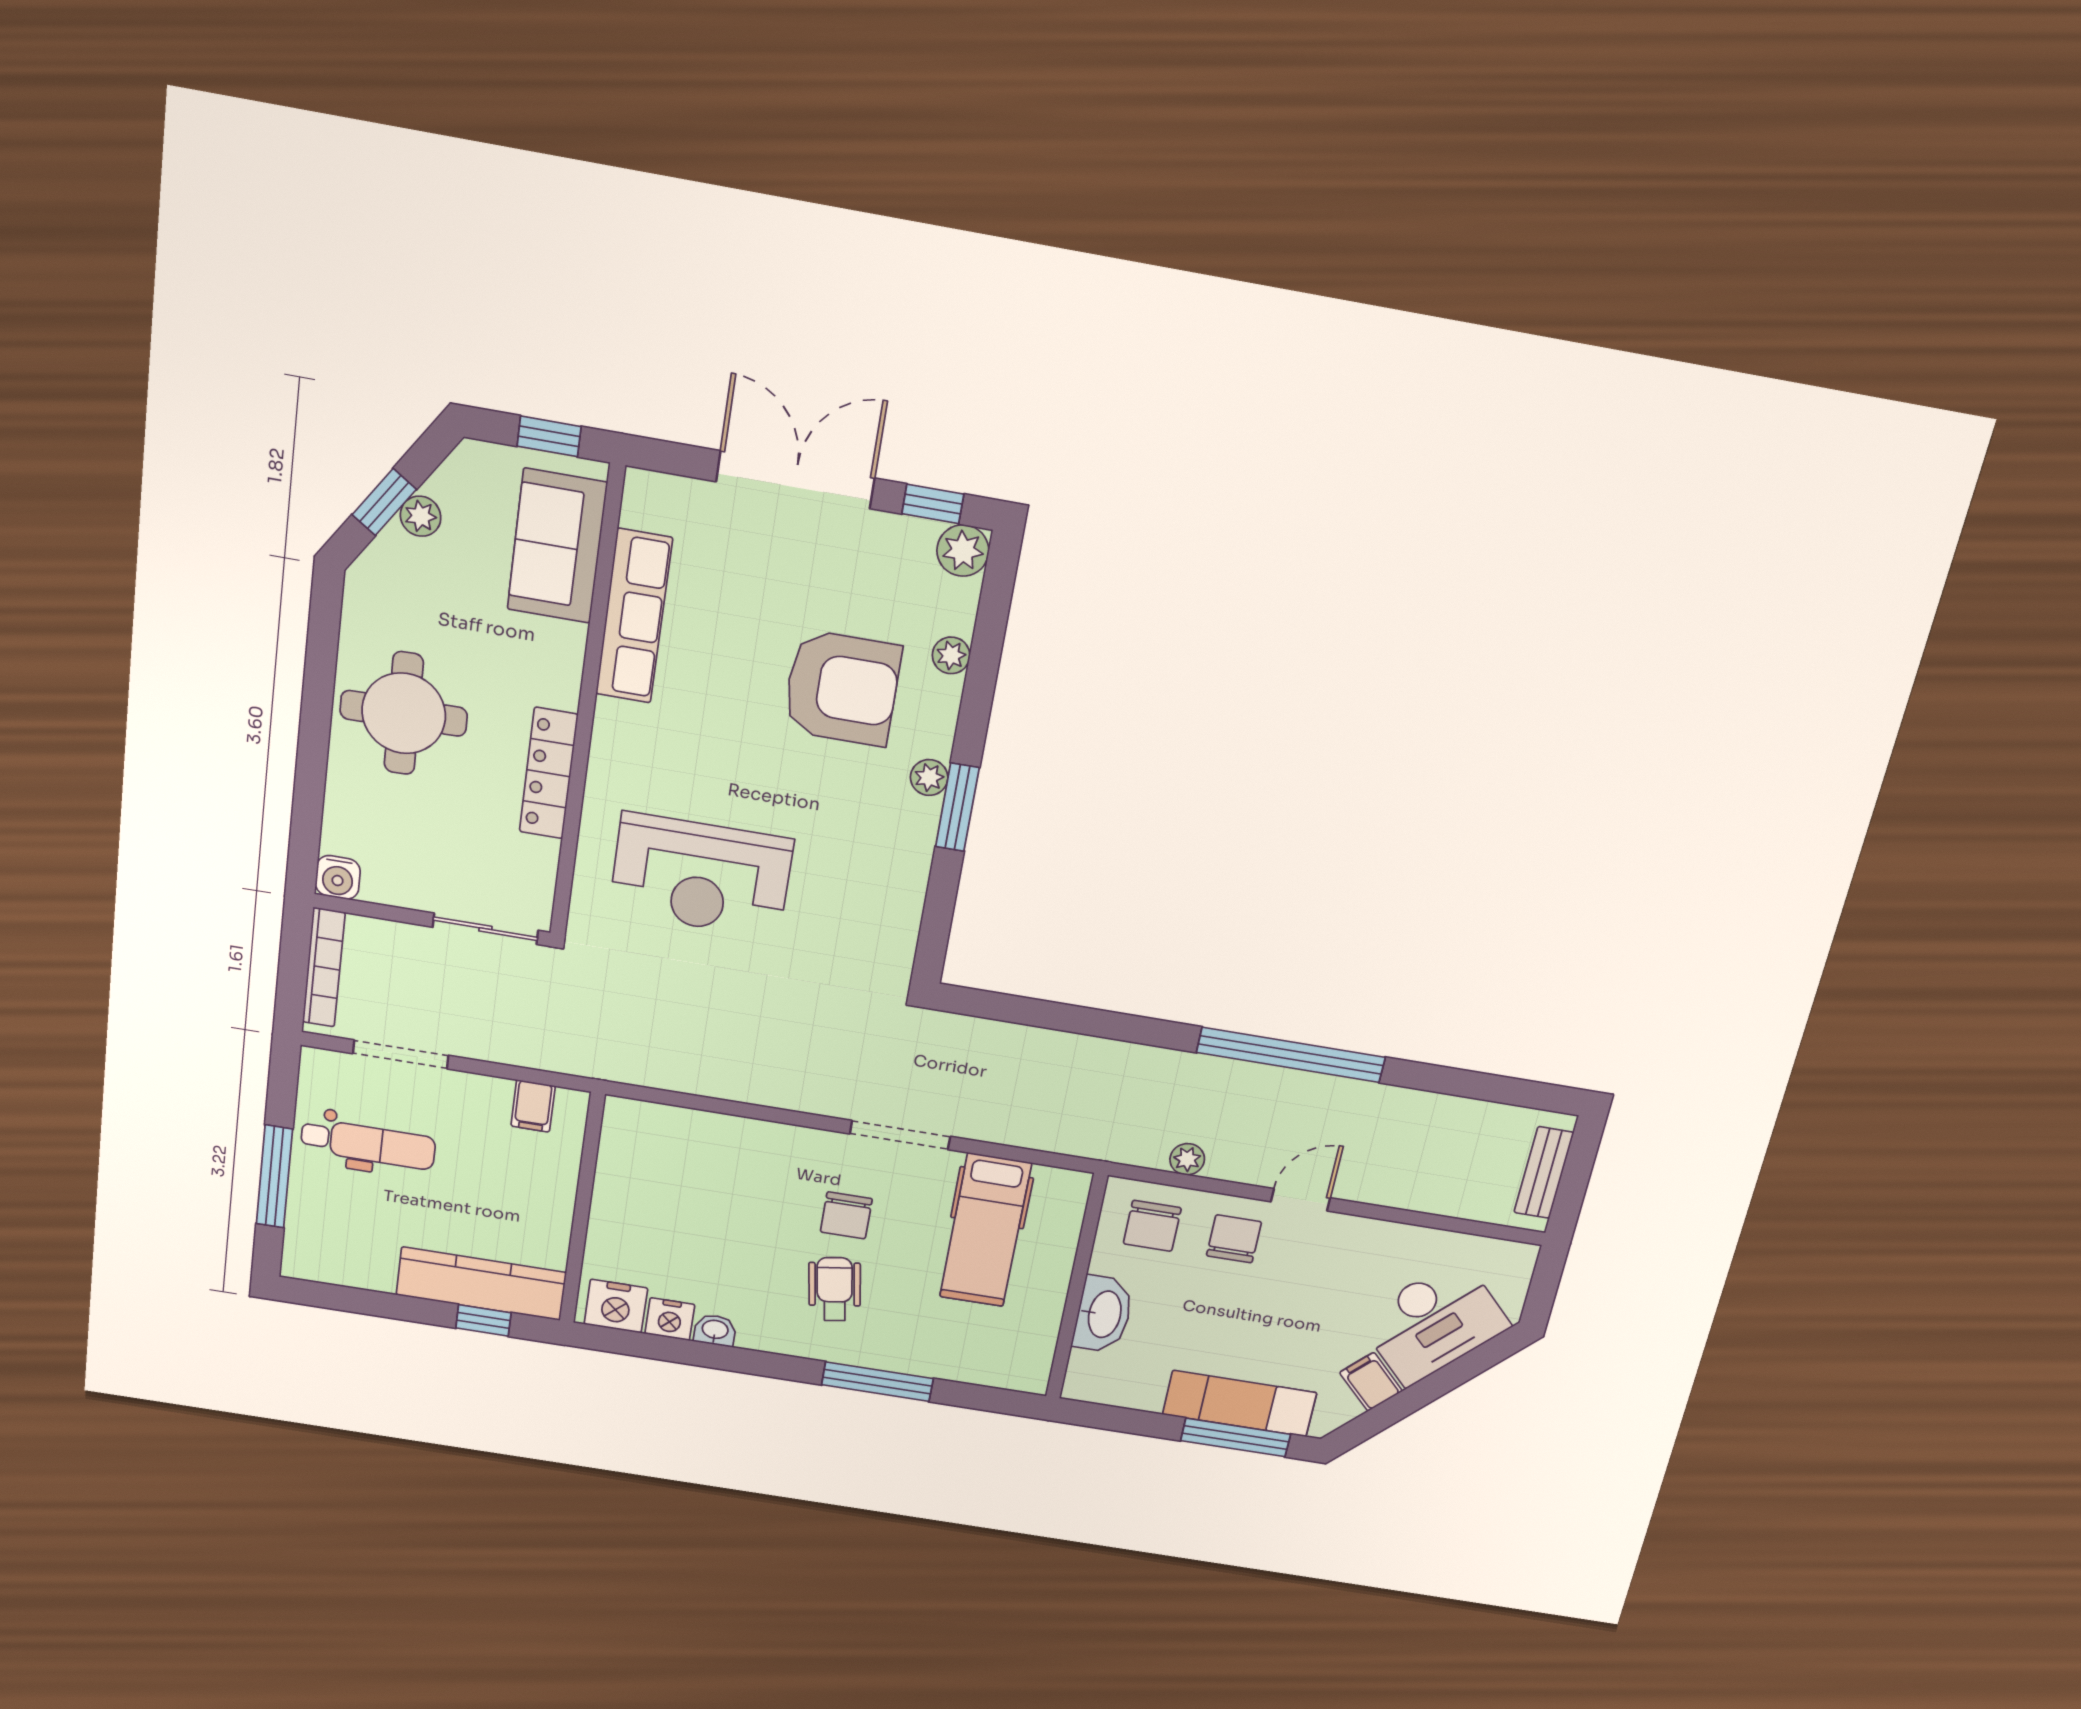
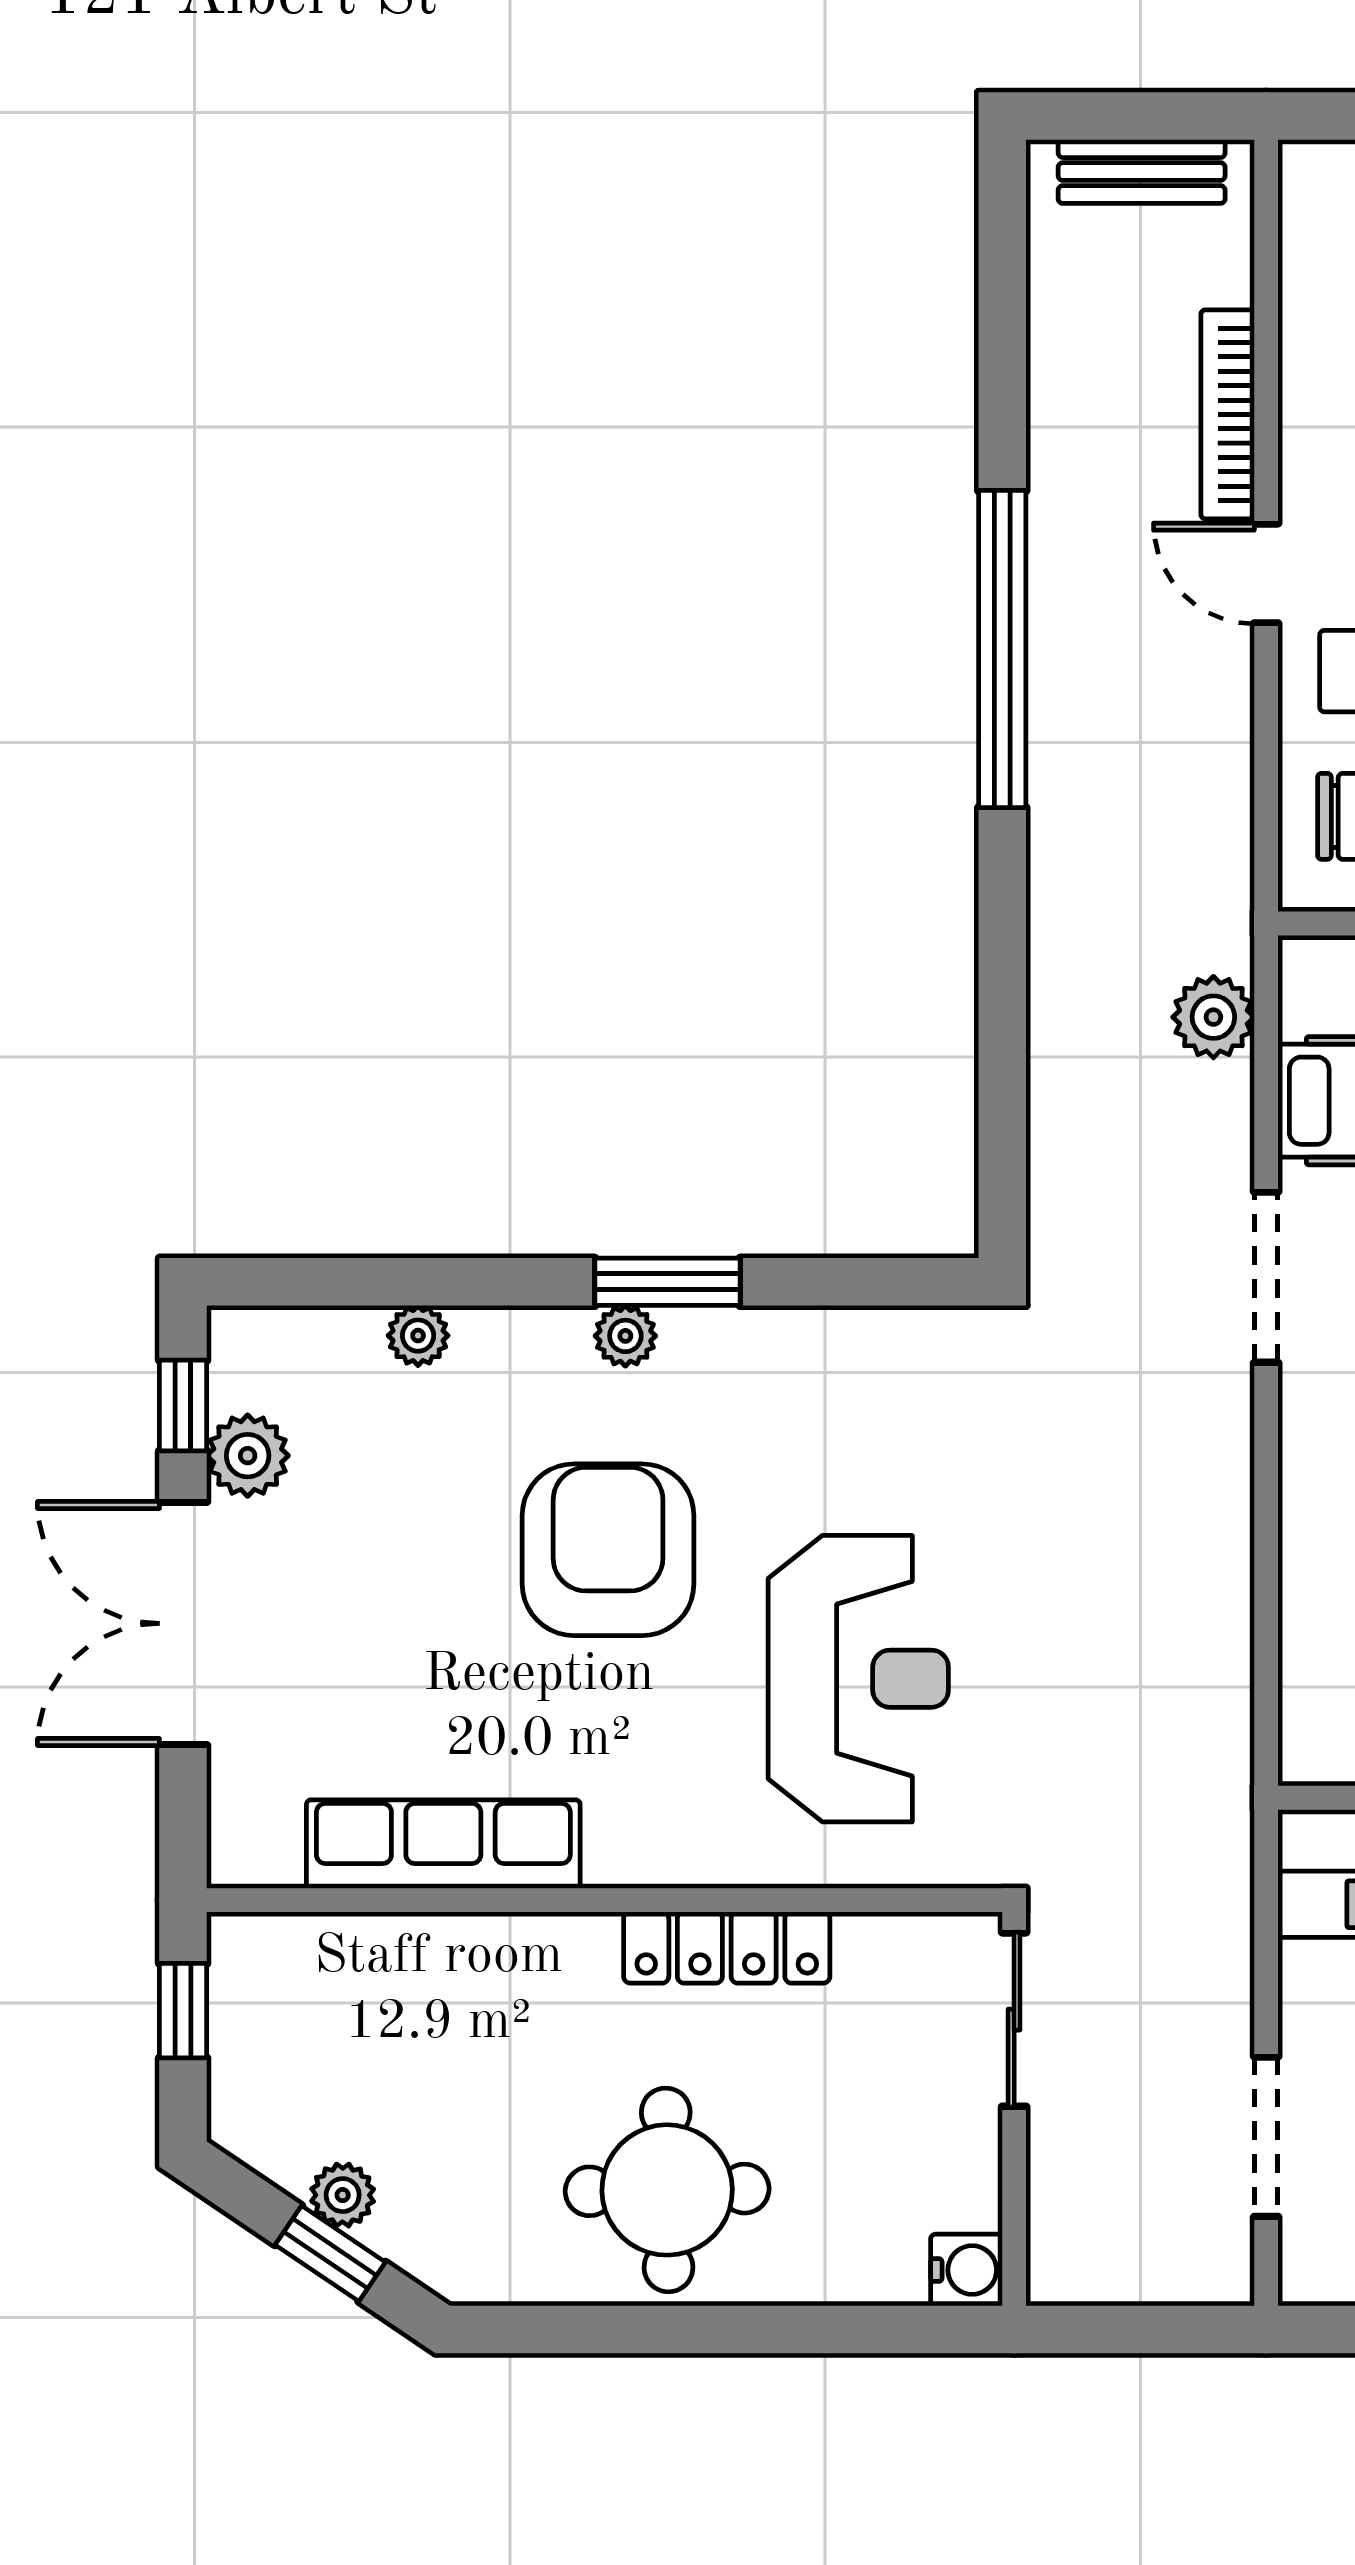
sofa: (557, 546) -> (352, 1978), removed
plant: (963, 551) -> (248, 1456), moved
armchair: (842, 688) -> (608, 1550), moved
bookcase: (324, 967) -> (1228, 414), moved, turned -90
plant: (1187, 1159) -> (1213, 1017), moved, width x1.38, depth x1.38

